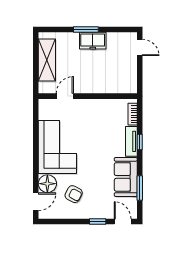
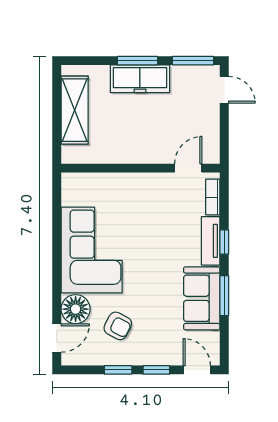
window: (120, 29) -> (193, 61), added
freezer: (93, 41) -> (140, 79), width x1.40
door: (65, 96) -> (188, 168), moved
window: (140, 188) -> (224, 296), moved
window: (74, 221) -> (118, 370), added

